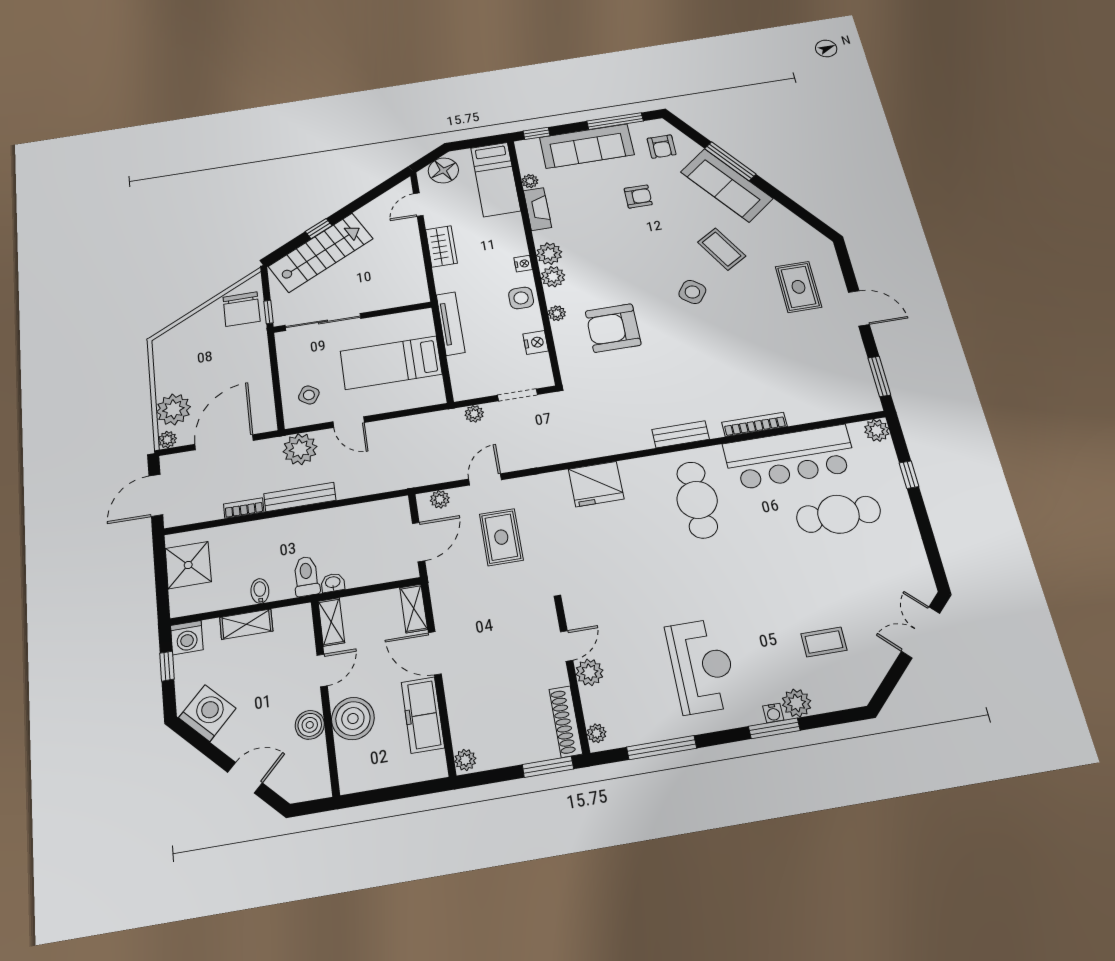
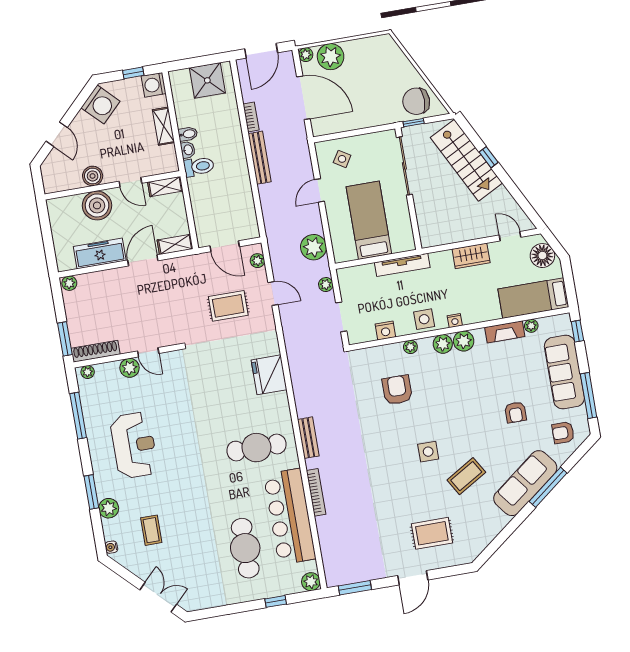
side table: (692, 292) -> (428, 452), turned -37
armchair: (613, 328) -> (397, 390), width x0.73, depth x0.73
plant: (300, 449) -> (313, 247), moved
door: (156, 495) -> (261, 51), swing flipped
washbasin: (333, 583) -> (188, 150), moved
reception desk: (702, 666) -> (134, 445), turned -90
water cooler: (773, 713) -> (111, 547), moved

